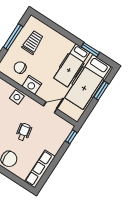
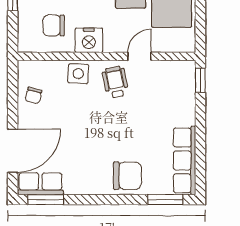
wheelchair: (24, 132) -> (115, 82), moved
window: (19, 181) -> (165, 200), added

